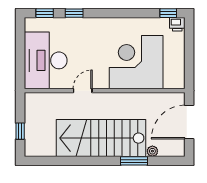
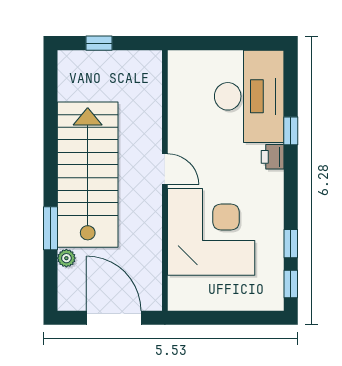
window: (45, 13) -> (291, 244), moved
printer: (177, 24) -> (273, 157), moved
desk: (46, 60) -> (249, 96), moved, turned 90
door: (83, 91) -> (165, 169), moved

